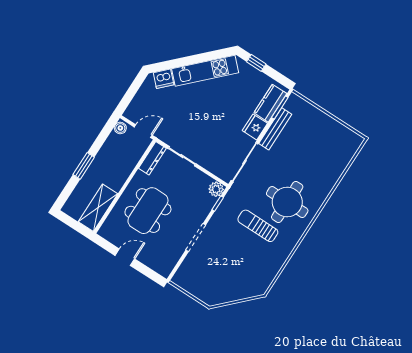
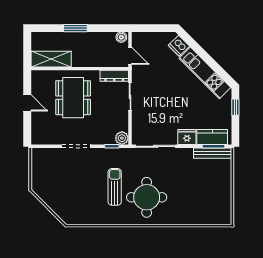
bench: (275, 129) -> (213, 153), moved
dining table: (148, 211) -> (73, 98), turned 90

